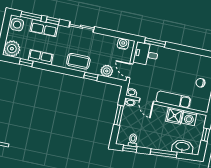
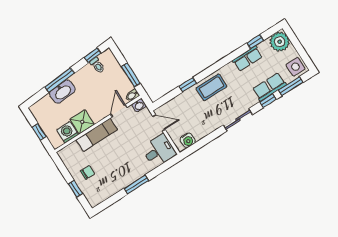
window: (155, 42) -> (136, 184), moved
plant: (107, 71) -> (179, 103), removed
door: (146, 101) -> (119, 111), hinge flipped
washbasin: (183, 147) -> (62, 92), moved

